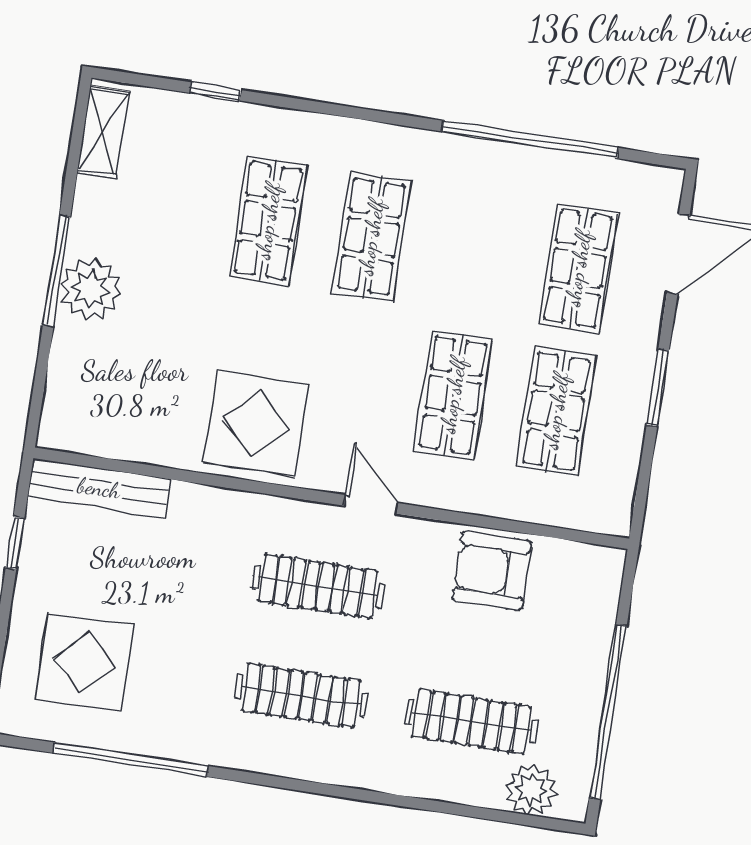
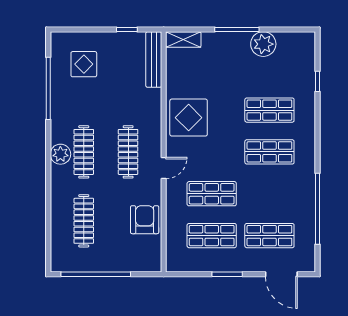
shelving: (103, 132) -> (183, 39), moved
plant: (91, 289) -> (263, 44), moved
display table: (84, 662) -> (84, 64), width x0.73, depth x0.73
plant: (531, 790) -> (60, 154), moved

